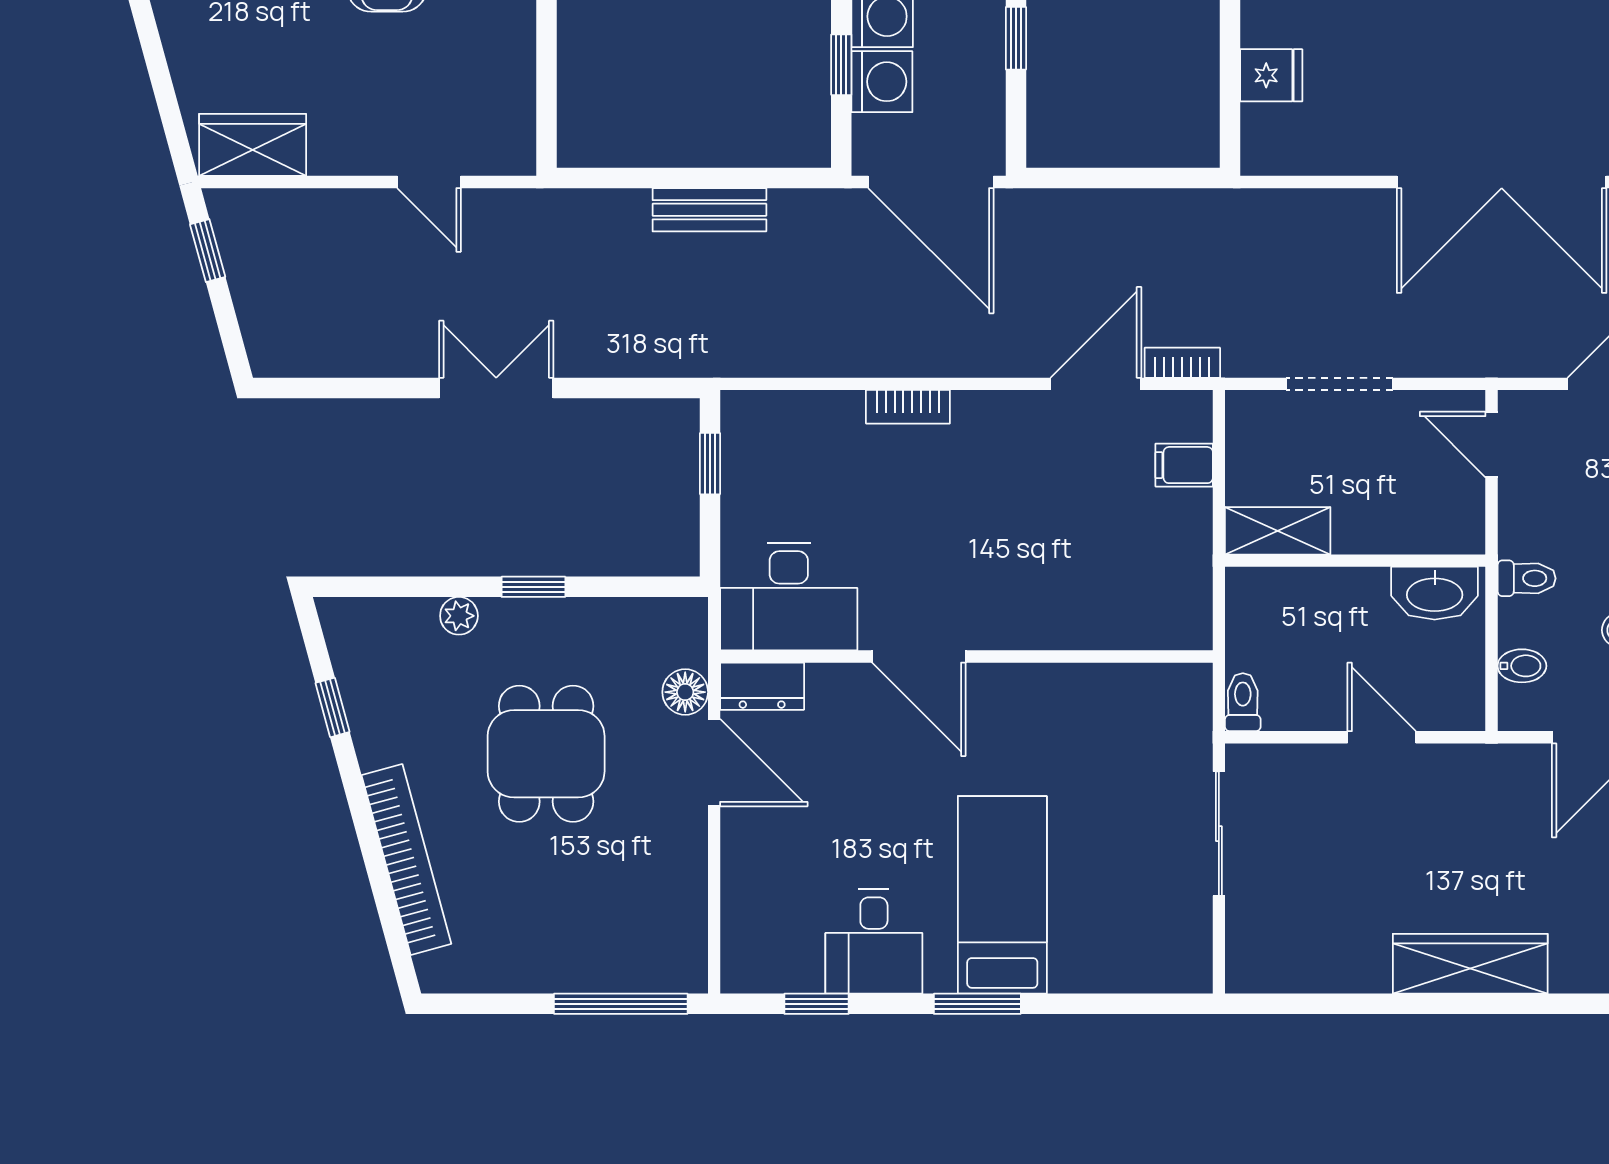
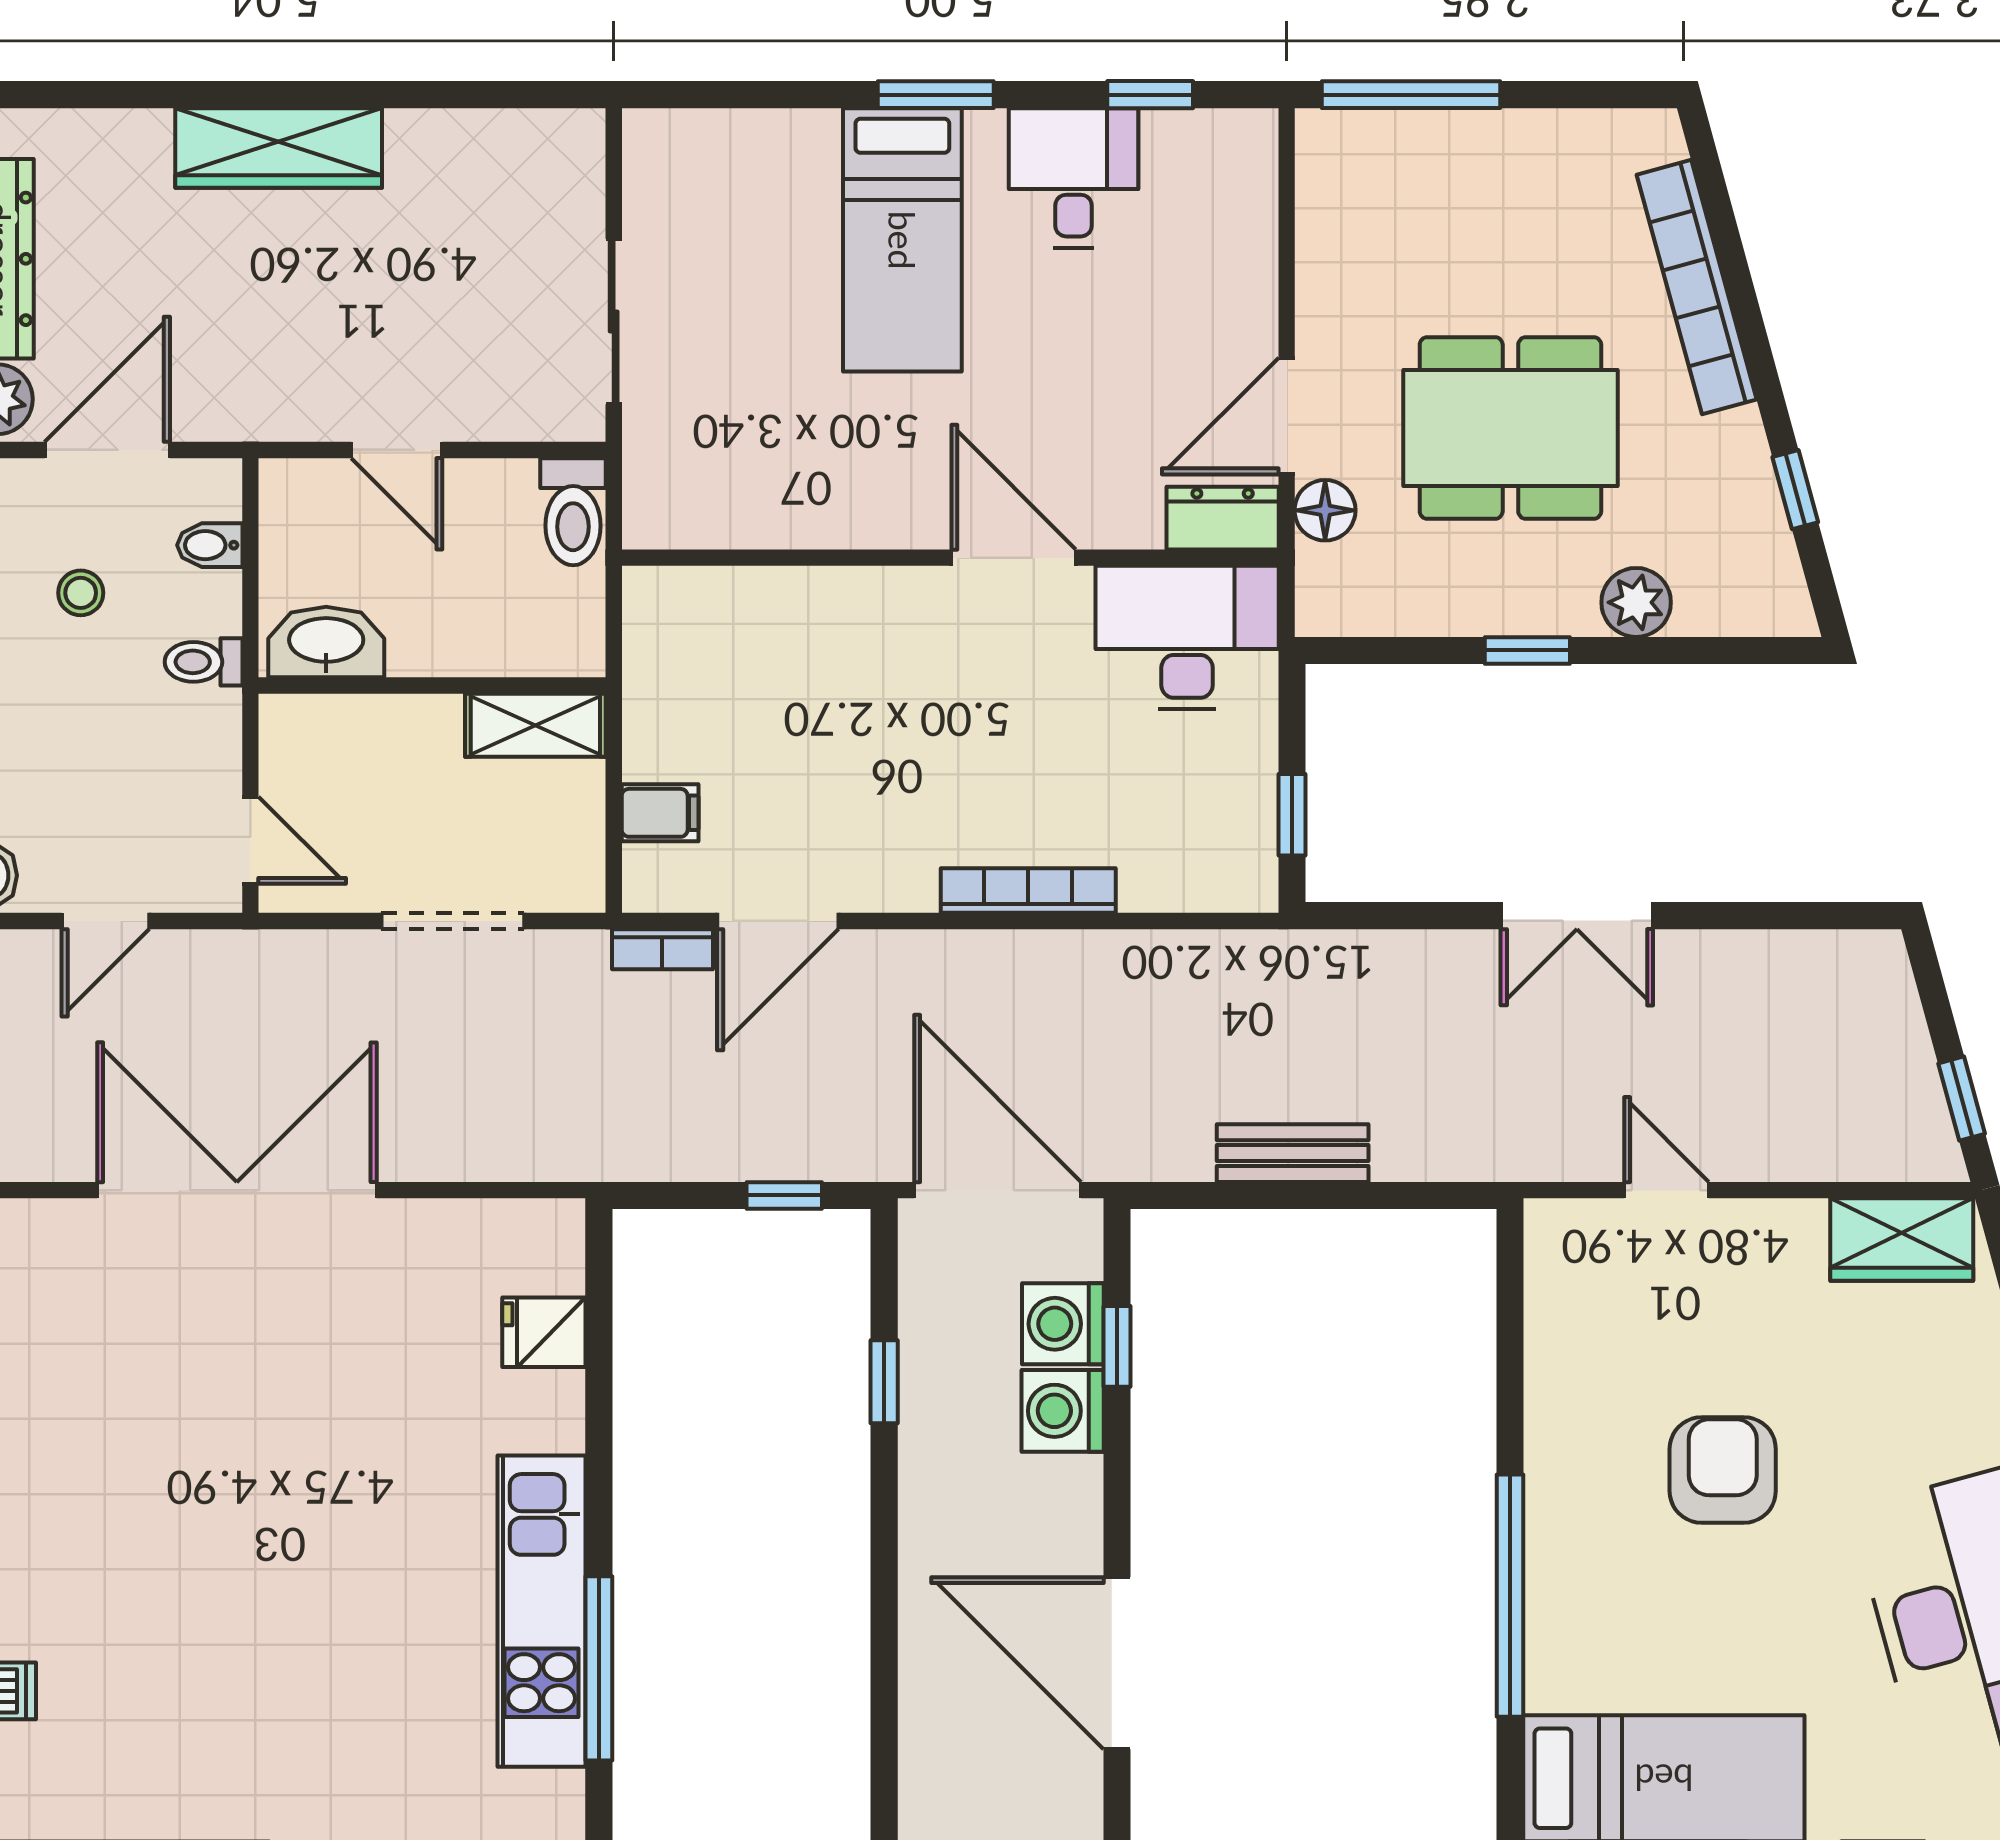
window: (1091, 178) -> (784, 1195), added
bookcase: (908, 407) -> (1028, 891), width x1.56
plant: (459, 616) -> (1636, 602), width x1.38, depth x1.38
toilet: (1243, 702) -> (573, 512), width x1.37, depth x1.39
dining table: (546, 754) -> (1510, 428), width x1.38
door: (714, 763) -> (1287, 416), hinge flipped

